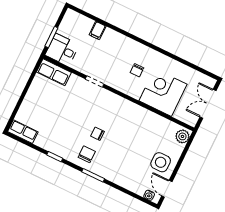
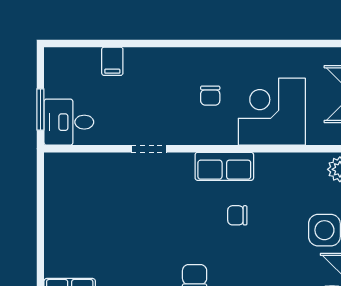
row of seats: (54, 72) -> (224, 166), moved
chair: (98, 134) -> (237, 215), moved

